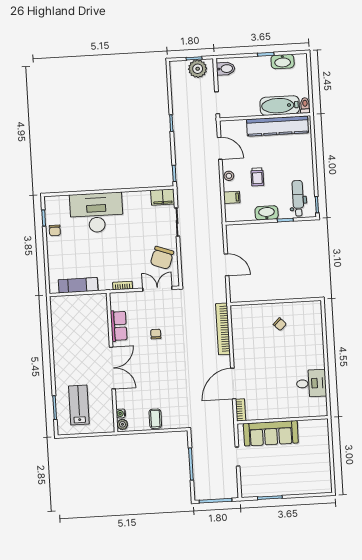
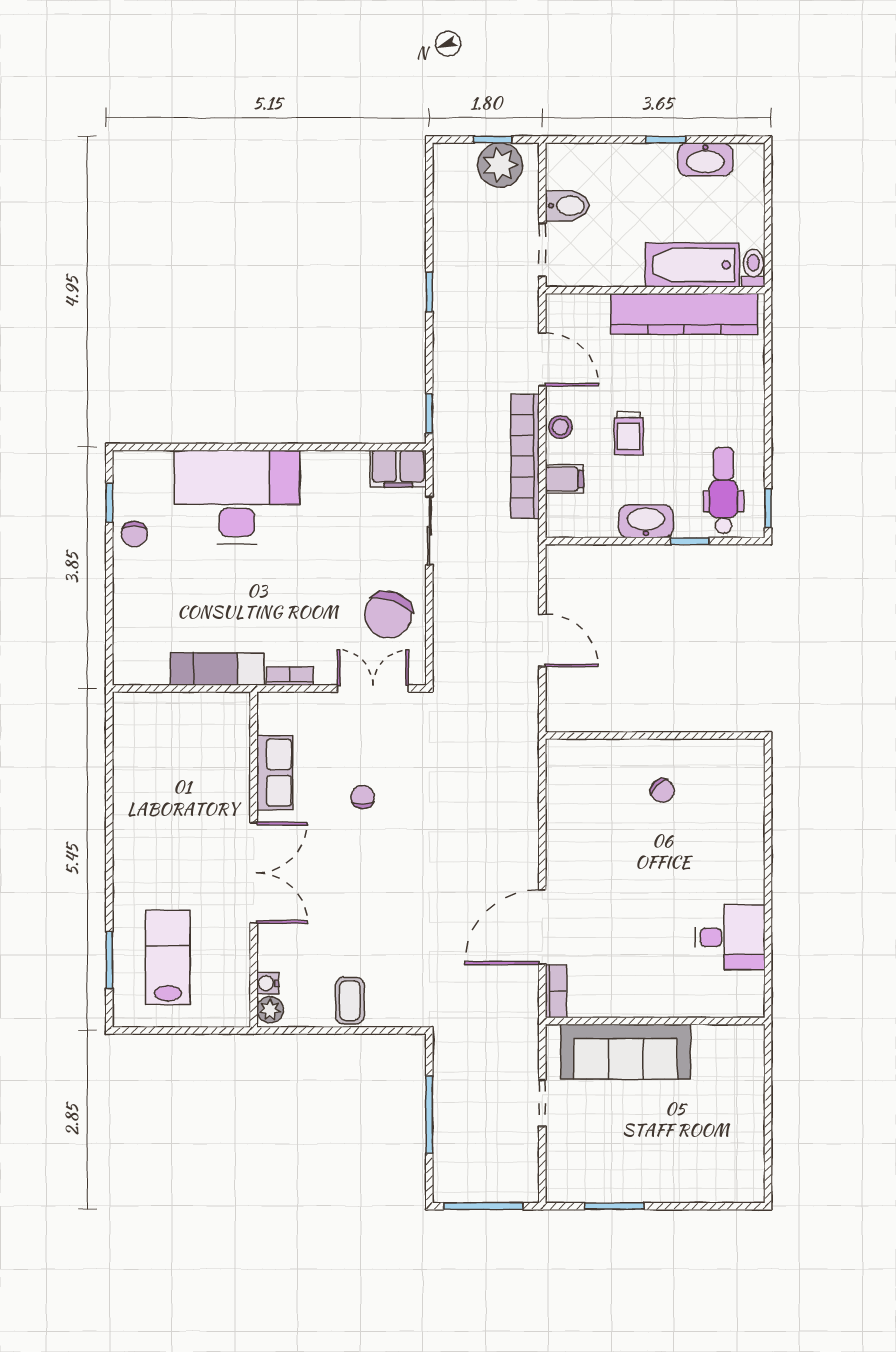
bidet: (226, 69) -> (567, 206), moved
exam couch: (78, 285) -> (217, 669), moved
bookcase: (223, 329) -> (525, 456), moved

